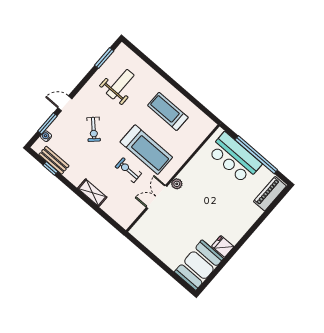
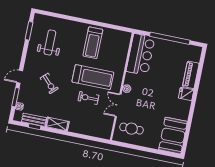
treadmill: (168, 111) -> (93, 43), turned -90
bar counter: (235, 158) -> (141, 54), moved, turned -90
shelving: (92, 193) -> (57, 124), moved
piano: (270, 194) -> (191, 75), moved
cafe table: (157, 231) -> (131, 129), added
fridge: (223, 246) -> (186, 94), moved

